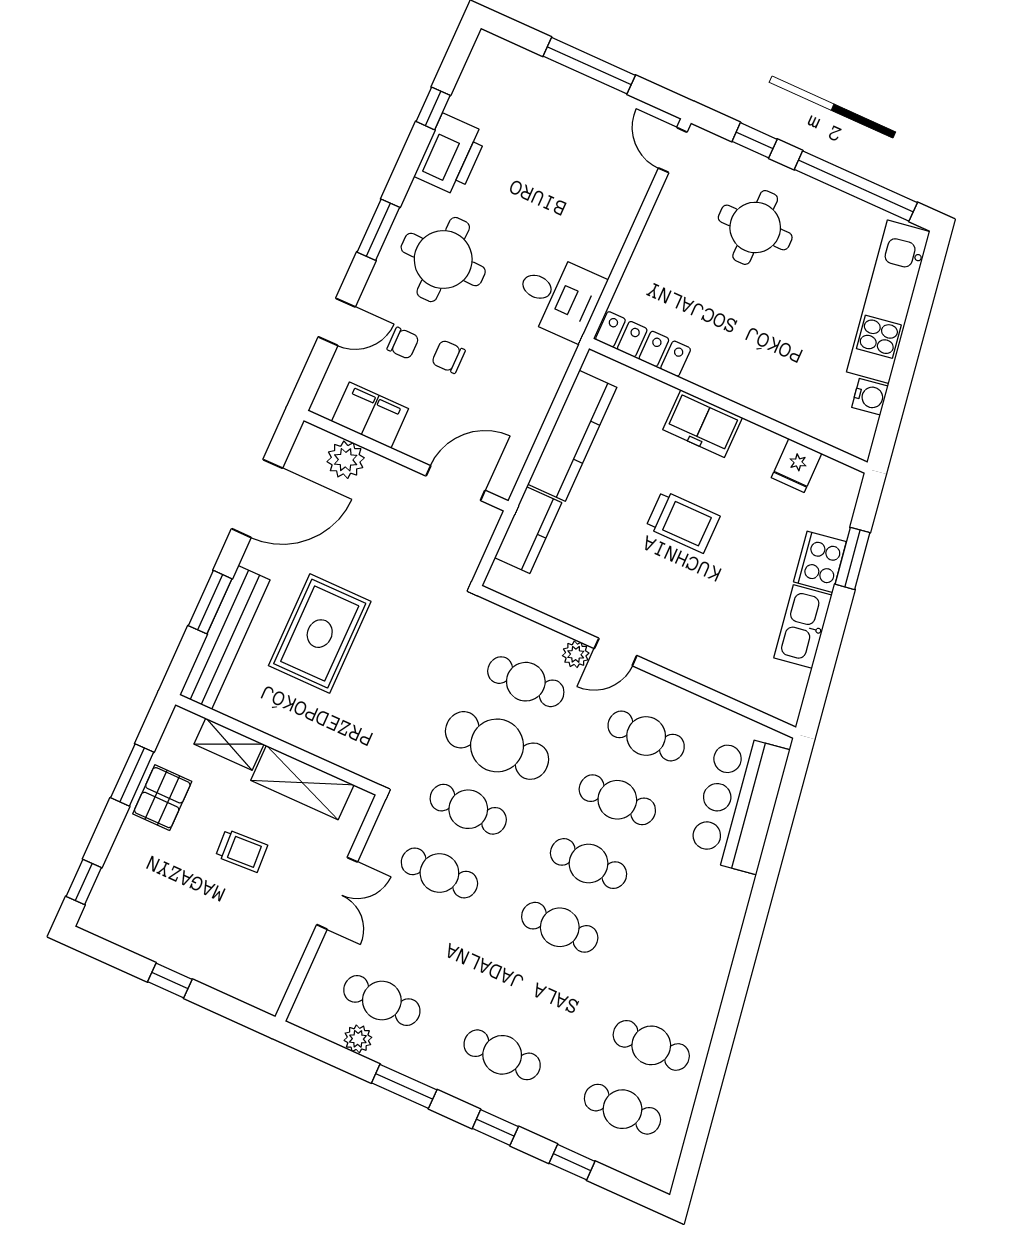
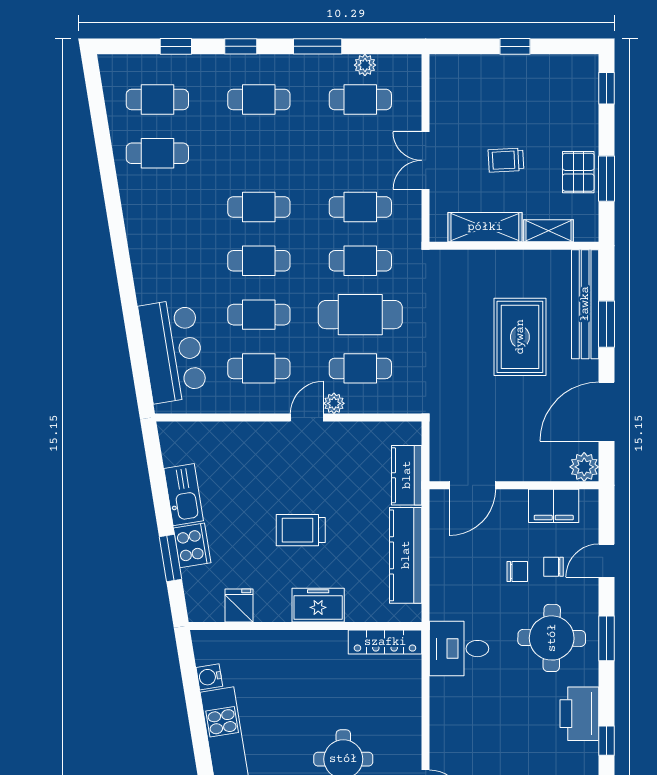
plant: (346, 460) -> (584, 467), moved

